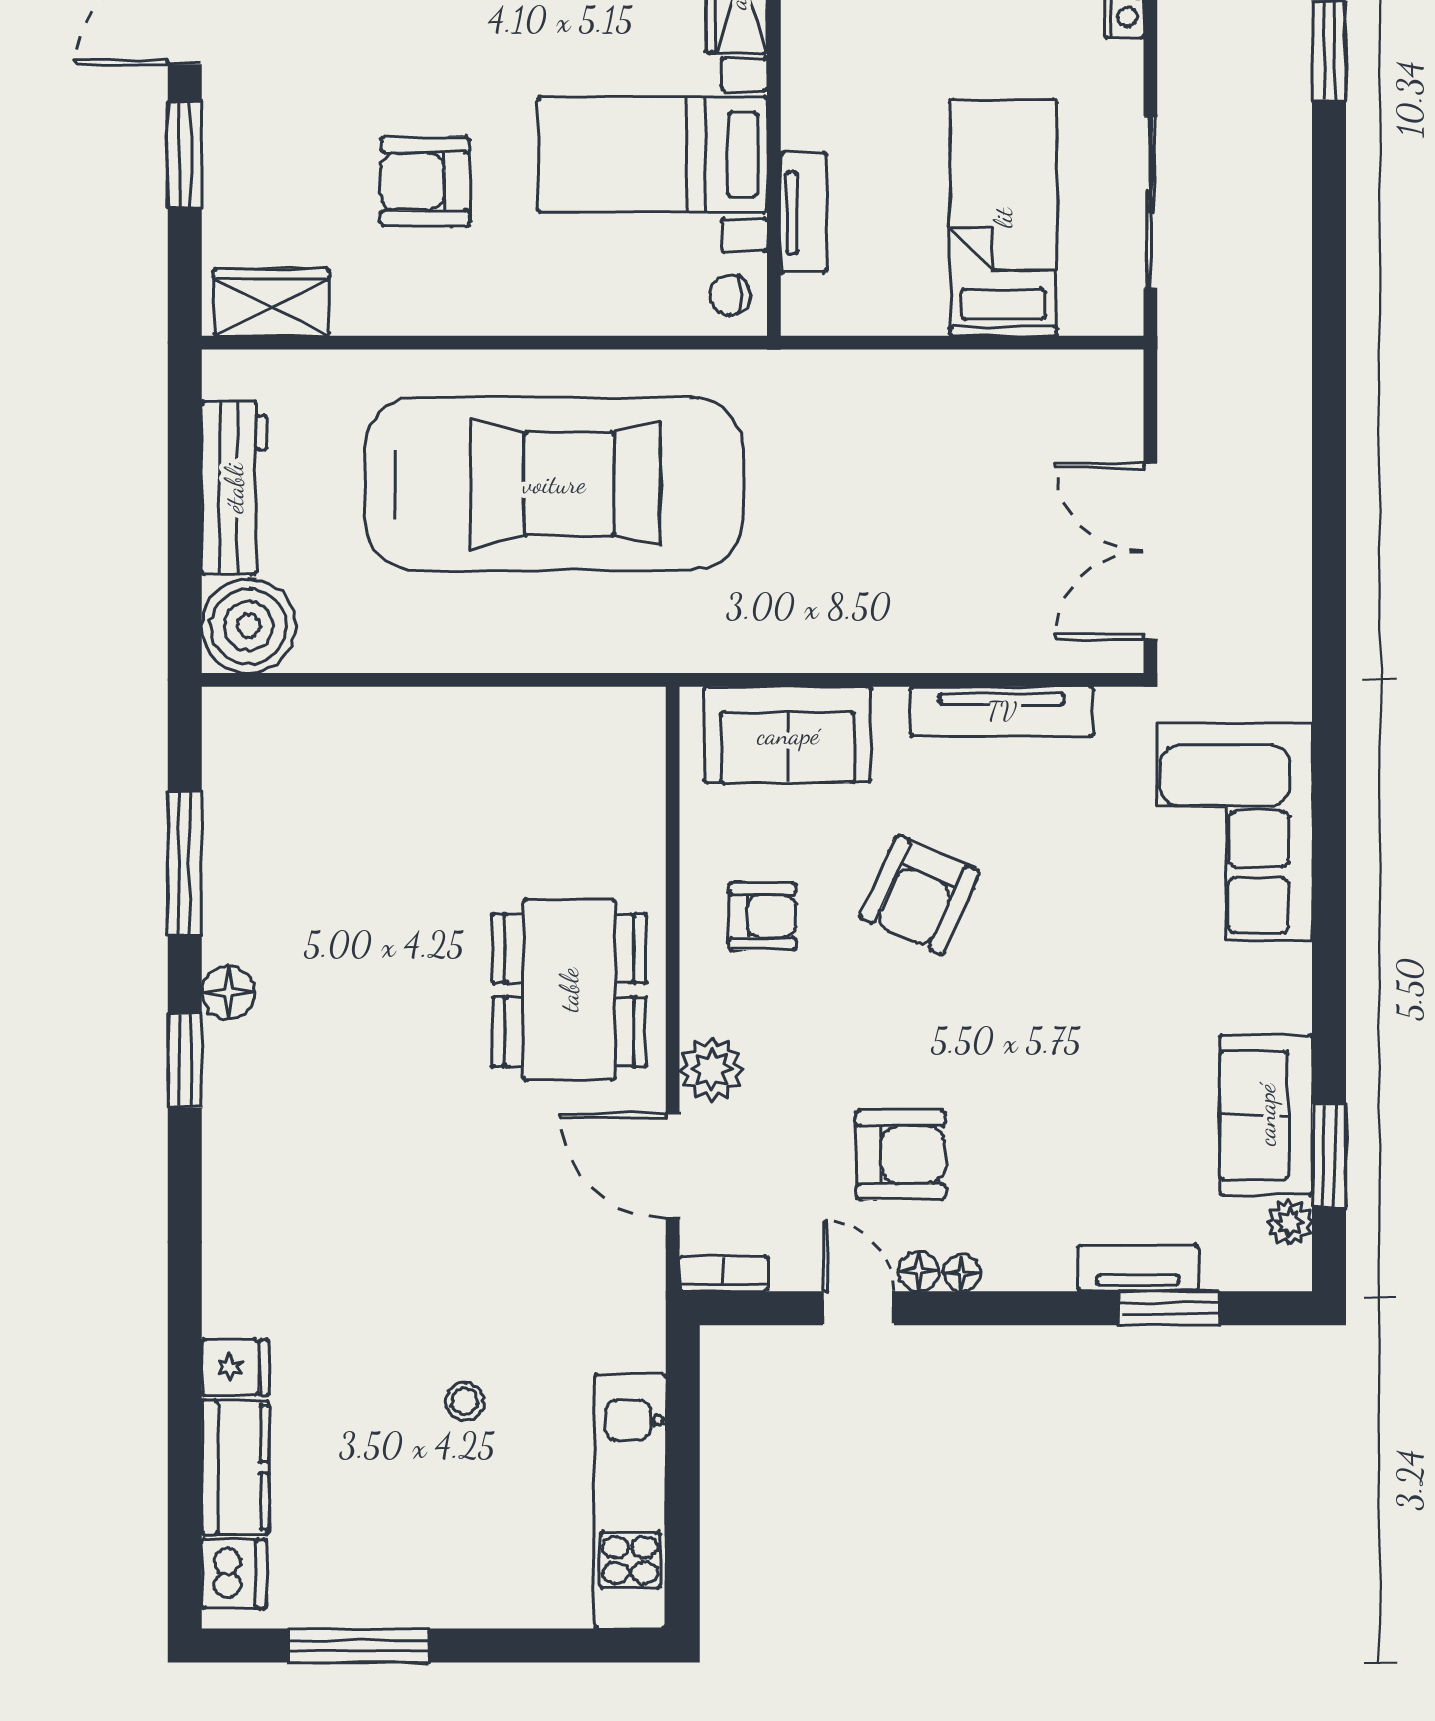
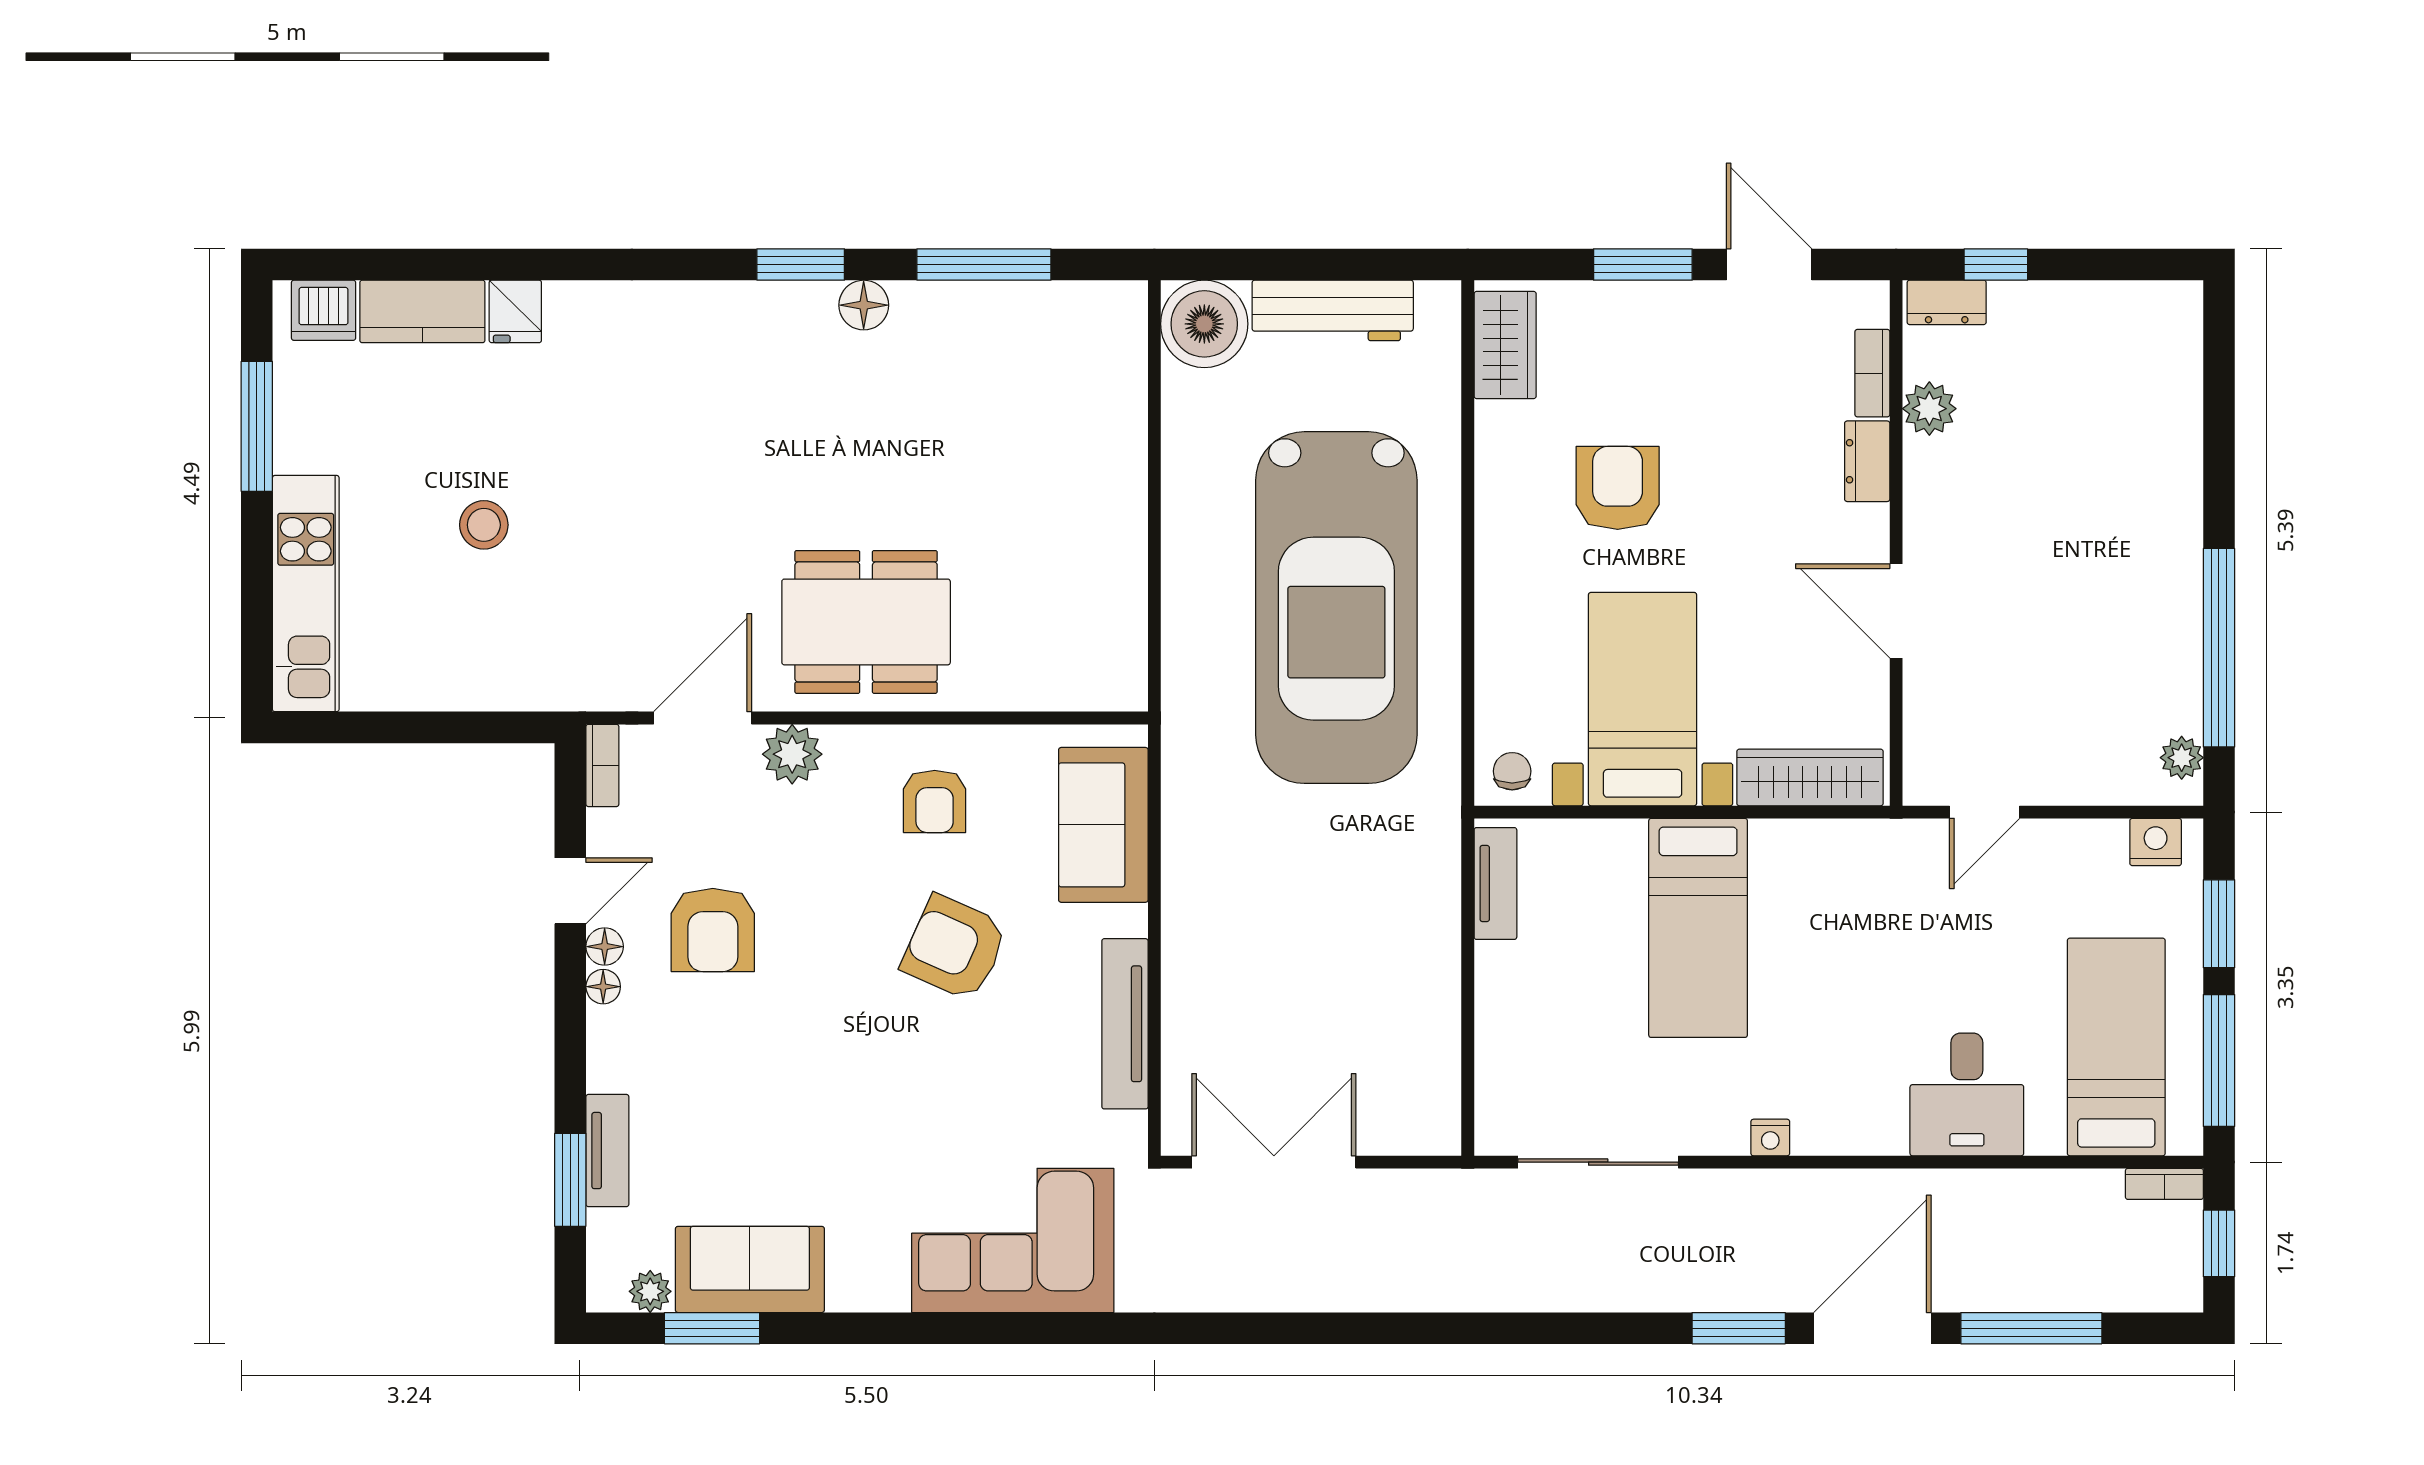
tv unit: (803, 213) -> (1495, 883), moved, turned -90
bed: (1003, 218) -> (1698, 928), moved, turned 90
stool: (465, 1401) -> (484, 525), width x1.37, depth x1.37
kitchen unit: (630, 1502) -> (306, 594), moved, turned 90

